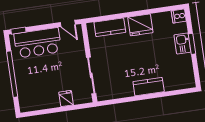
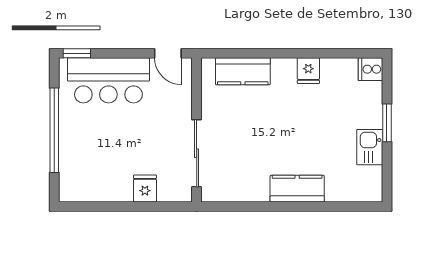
fridge: (140, 25) -> (308, 71), width x0.53, depth x0.75
kitchen sink: (182, 44) -> (370, 147), moved

